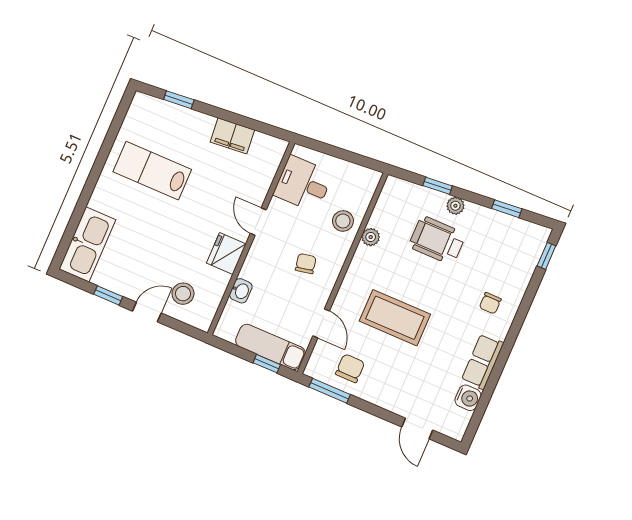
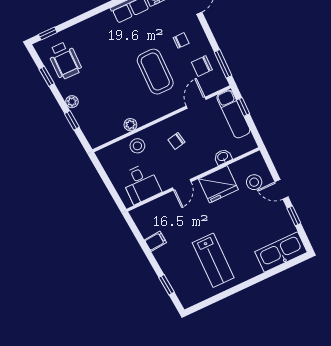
filing cabinet: (232, 136) -> (155, 241), width x0.50
wheelchair: (437, 240) -> (65, 60), moved
fridge: (226, 254) -> (218, 184), width x1.36, depth x1.34
chair: (490, 303) -> (181, 40), moved

